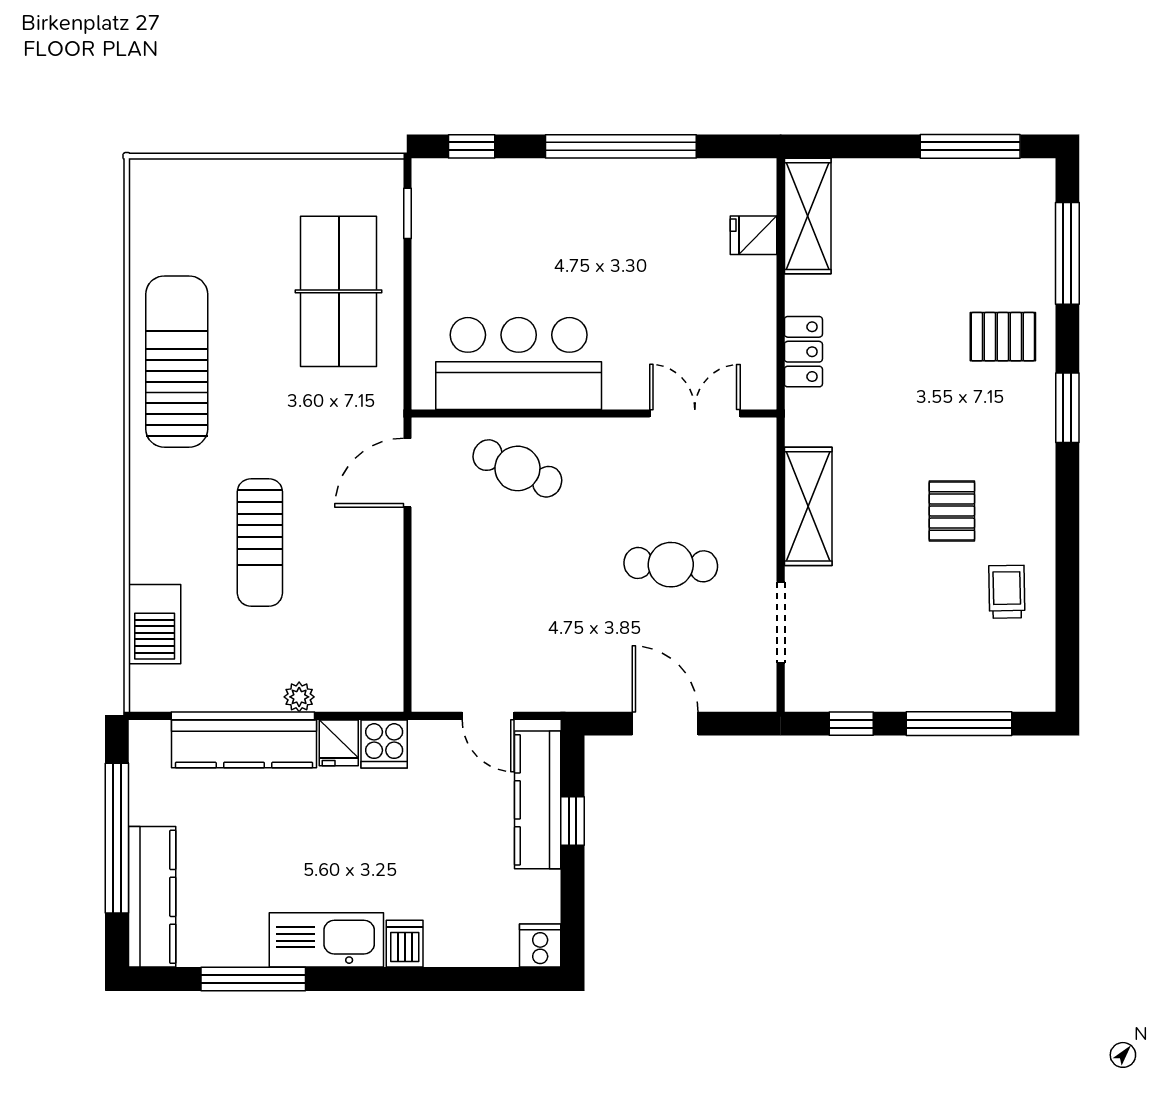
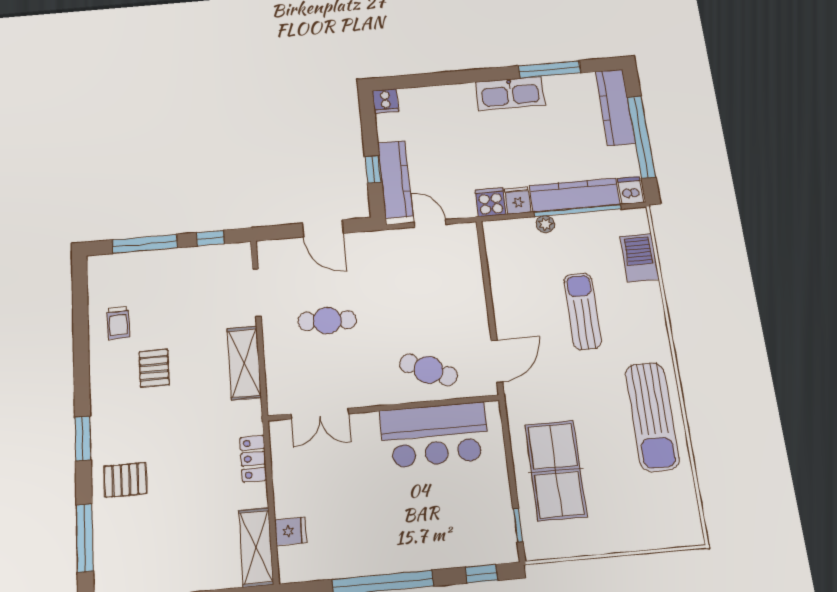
dishwasher: (405, 944) -> (631, 190), moved, turned 180

